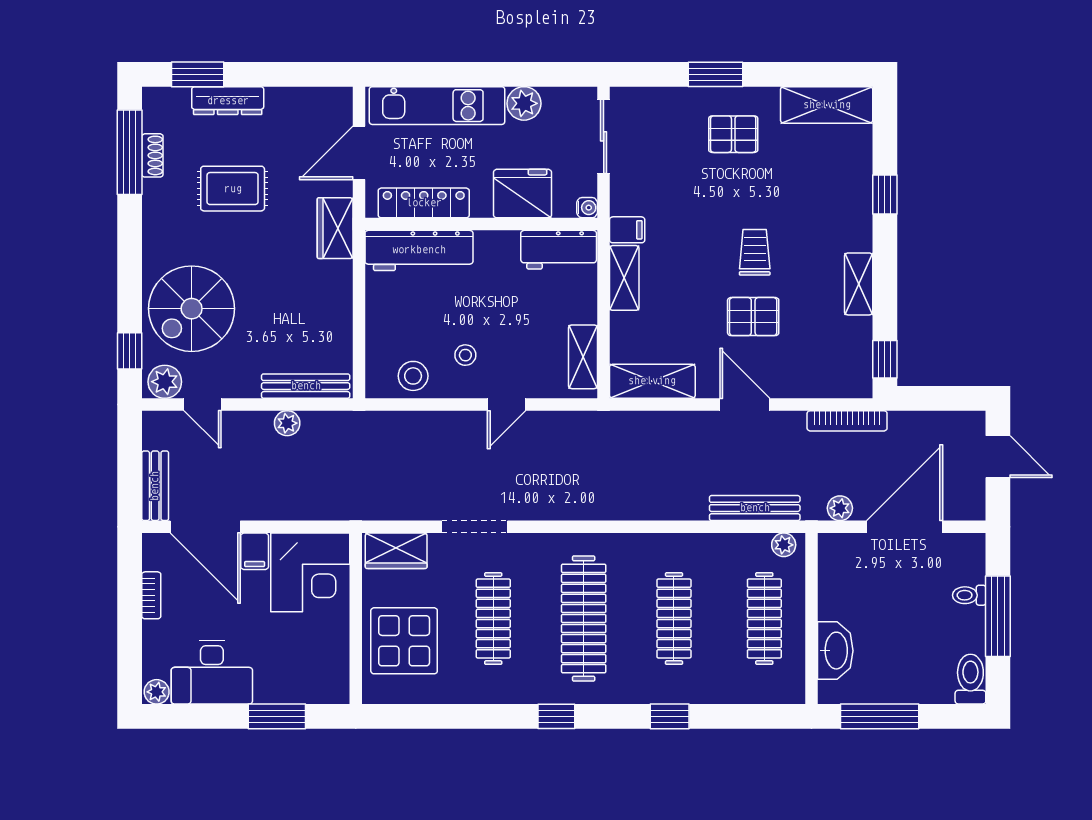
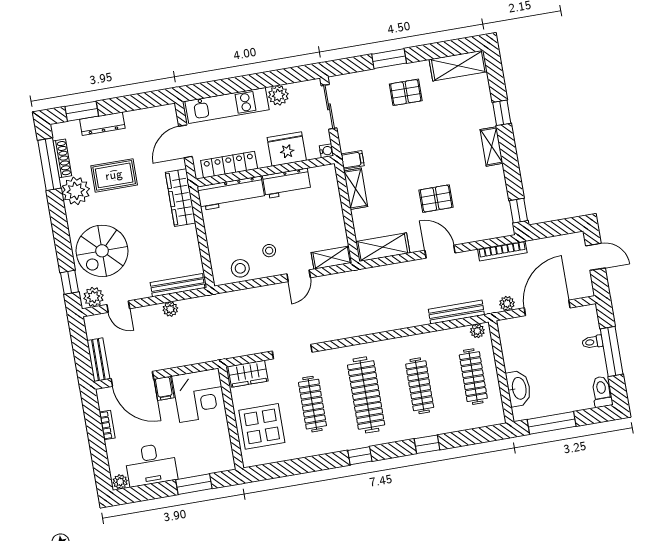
shoe rack: (152, 155) -> (62, 158), width x1.43
plant: (165, 203) -> (76, 191), added
wardrobe: (335, 228) -> (181, 198), width x1.50
workbench: (559, 250) -> (287, 183), moved
trolley: (755, 252) -> (430, 160), removed
shelving: (859, 284) -> (492, 146), moved
shelving: (583, 357) -> (331, 258), moved, turned 90

